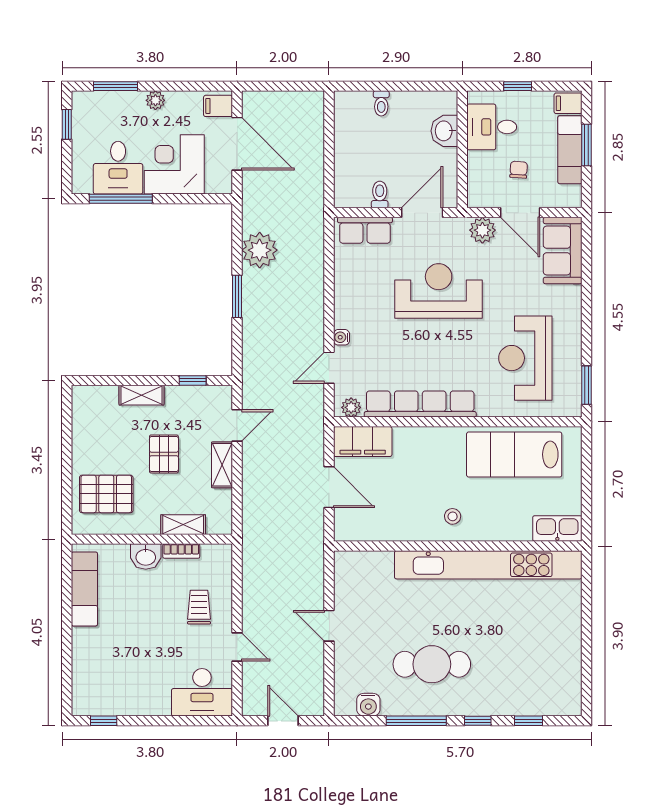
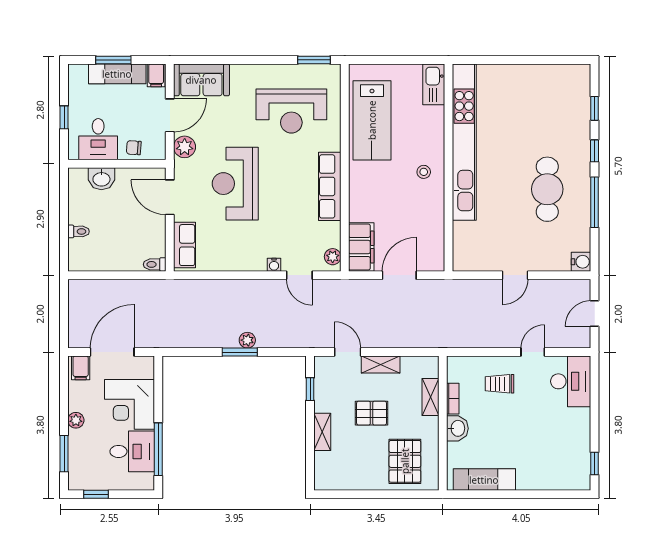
filing cabinet: (568, 103) -> (156, 75), moved
chair: (519, 170) -> (134, 148), moved
toilet: (380, 195) -> (155, 264), moved
plant: (260, 250) -> (247, 340), moved, width x0.53, depth x0.53
row of seats: (420, 404) -> (330, 186), width x0.73
water cooler: (368, 705) -> (581, 262), moved

